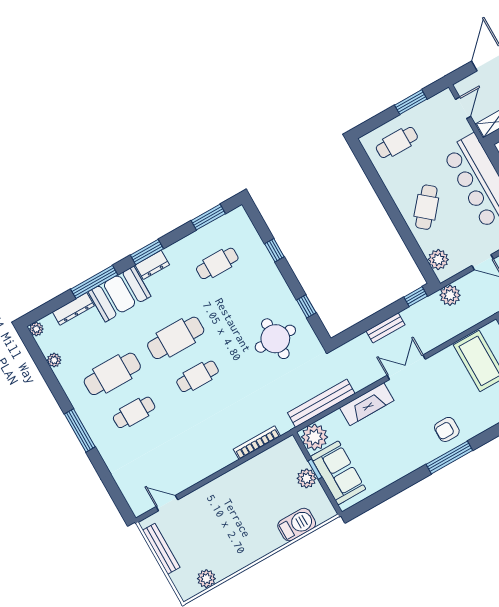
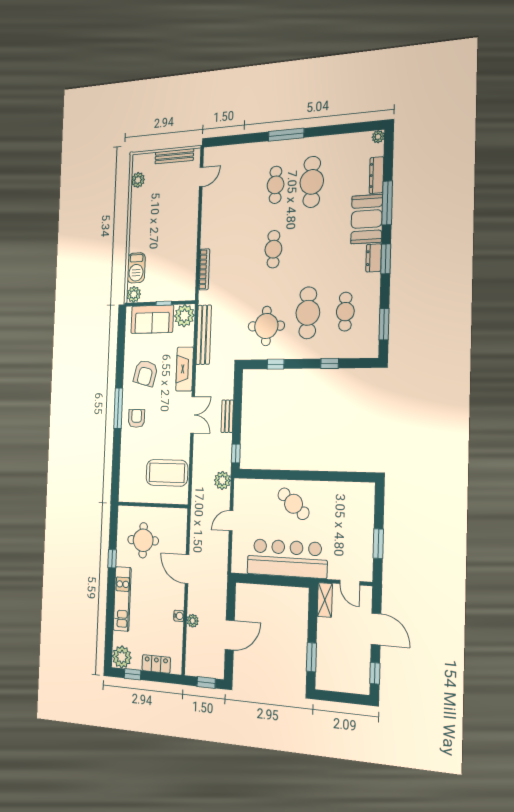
cafe table: (397, 142) -> (354, 512), removed
plant: (438, 260) -> (252, 488), removed
cafe table: (176, 338) -> (308, 313), moved
plant: (54, 360) -> (347, 140), removed
armchair: (396, 447) -> (146, 373), added
plant: (307, 478) -> (134, 294), moved

